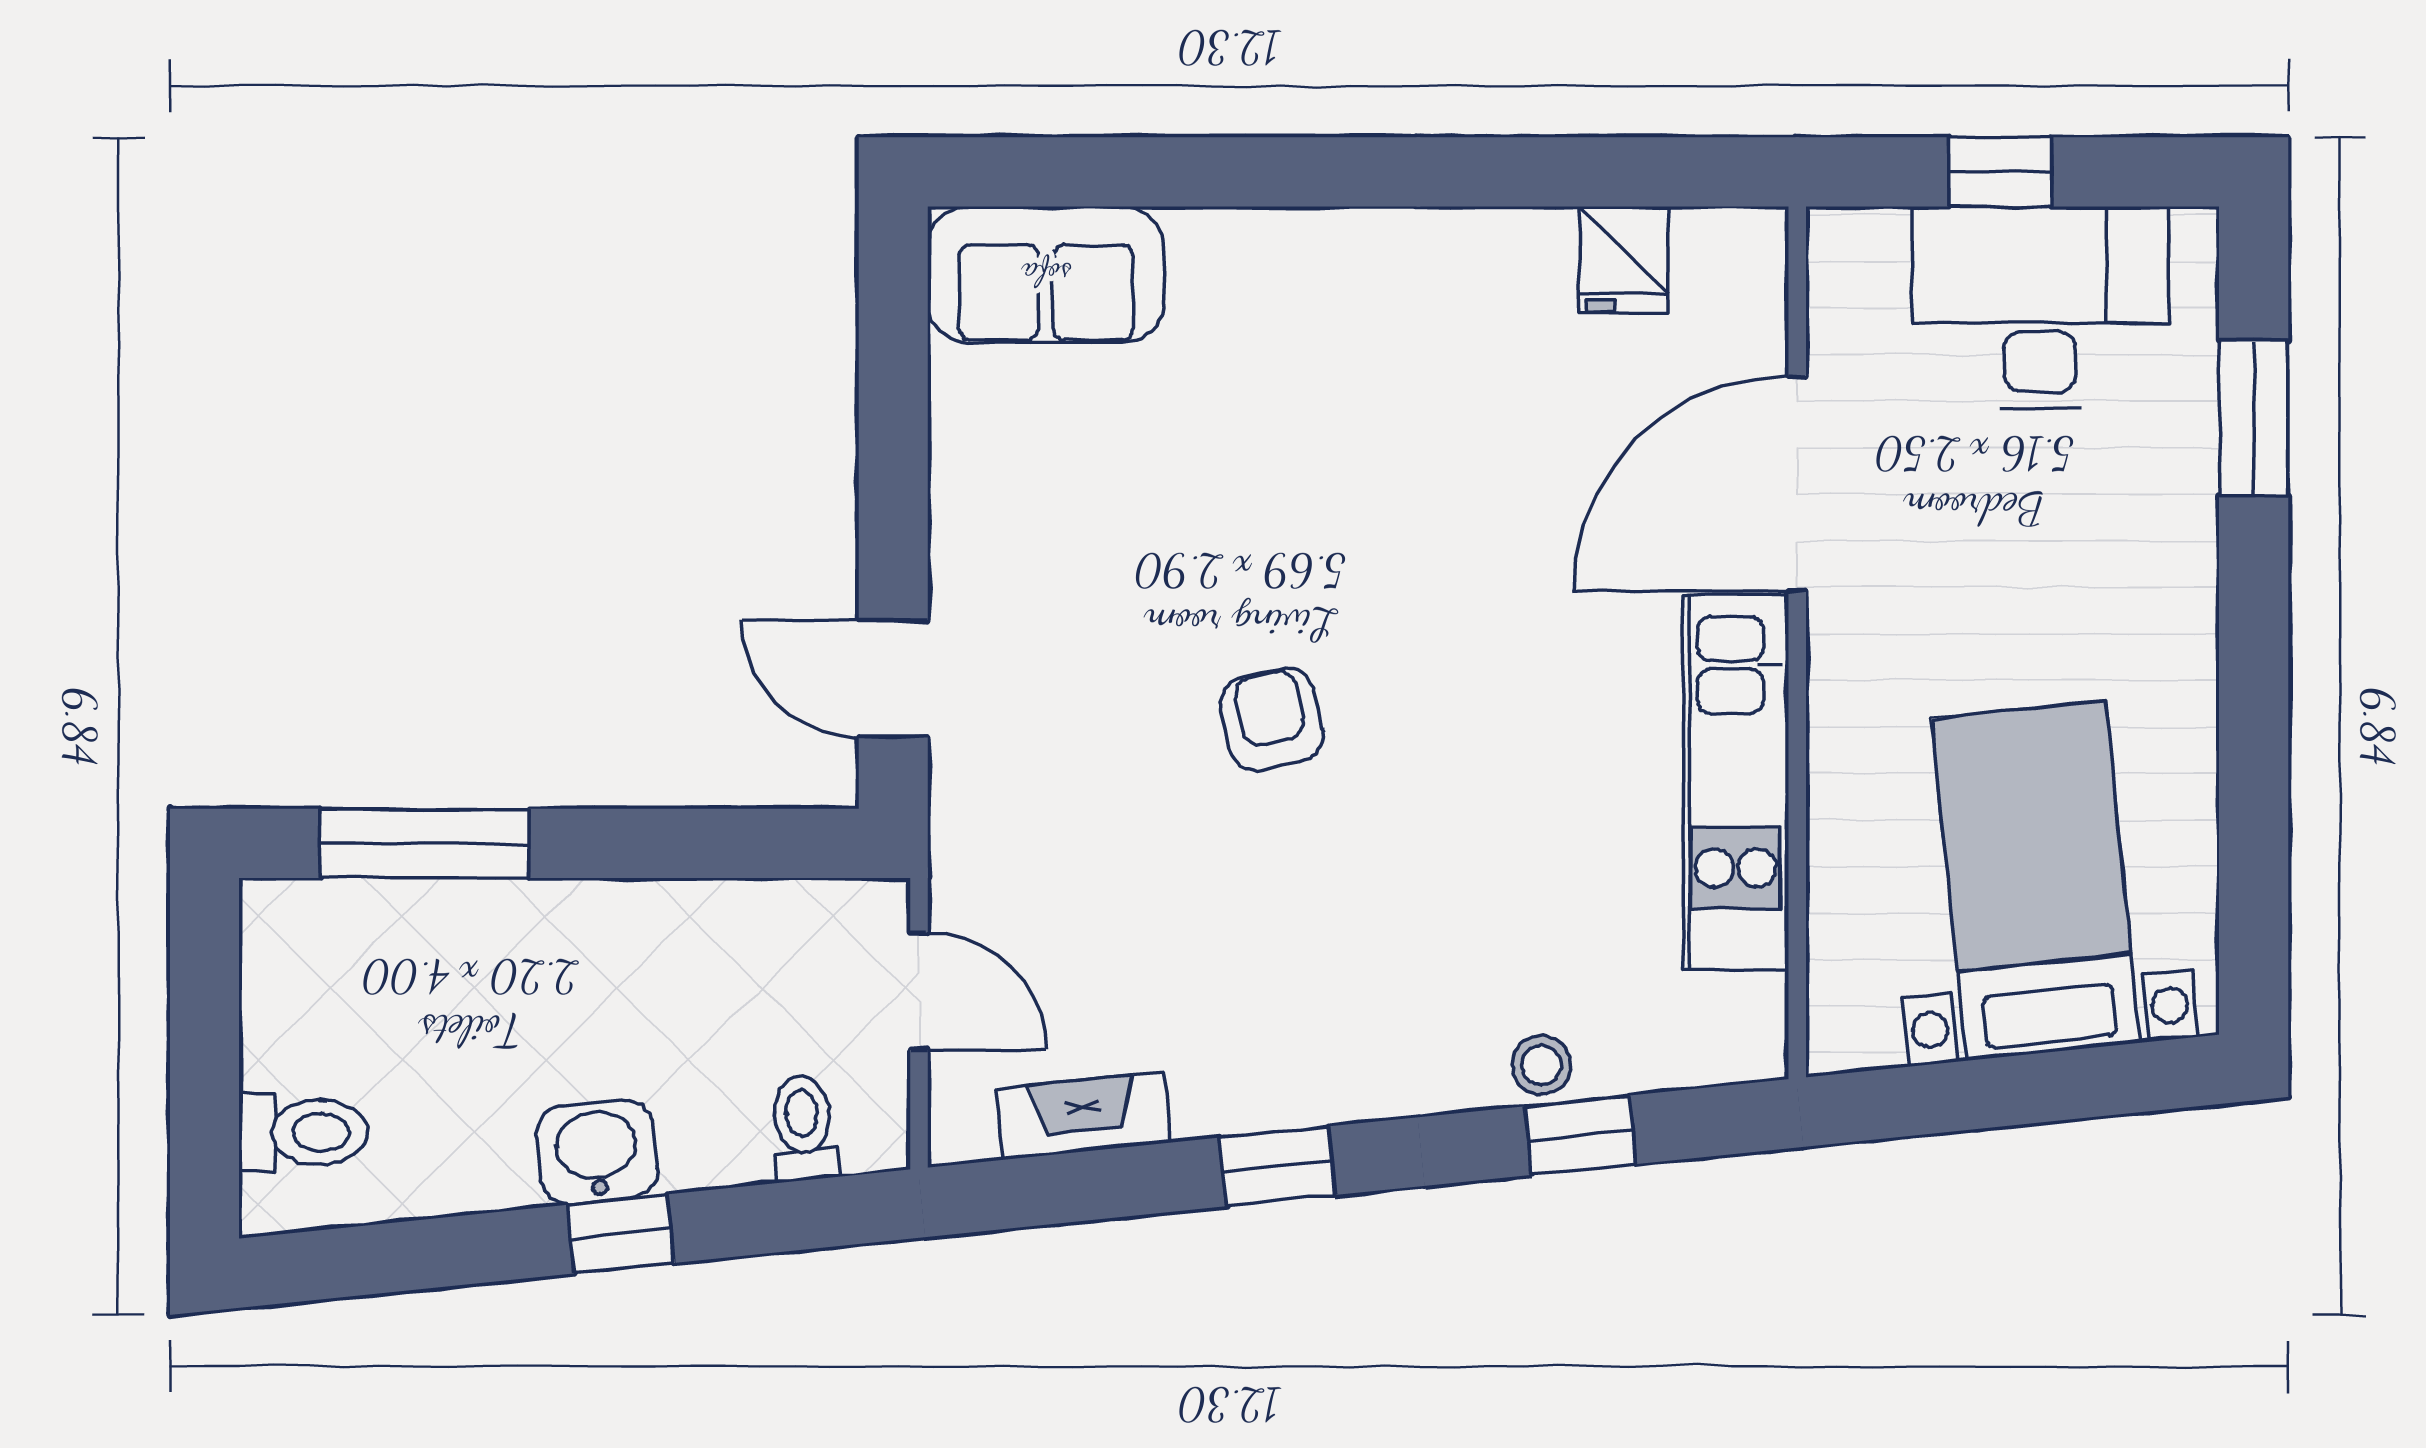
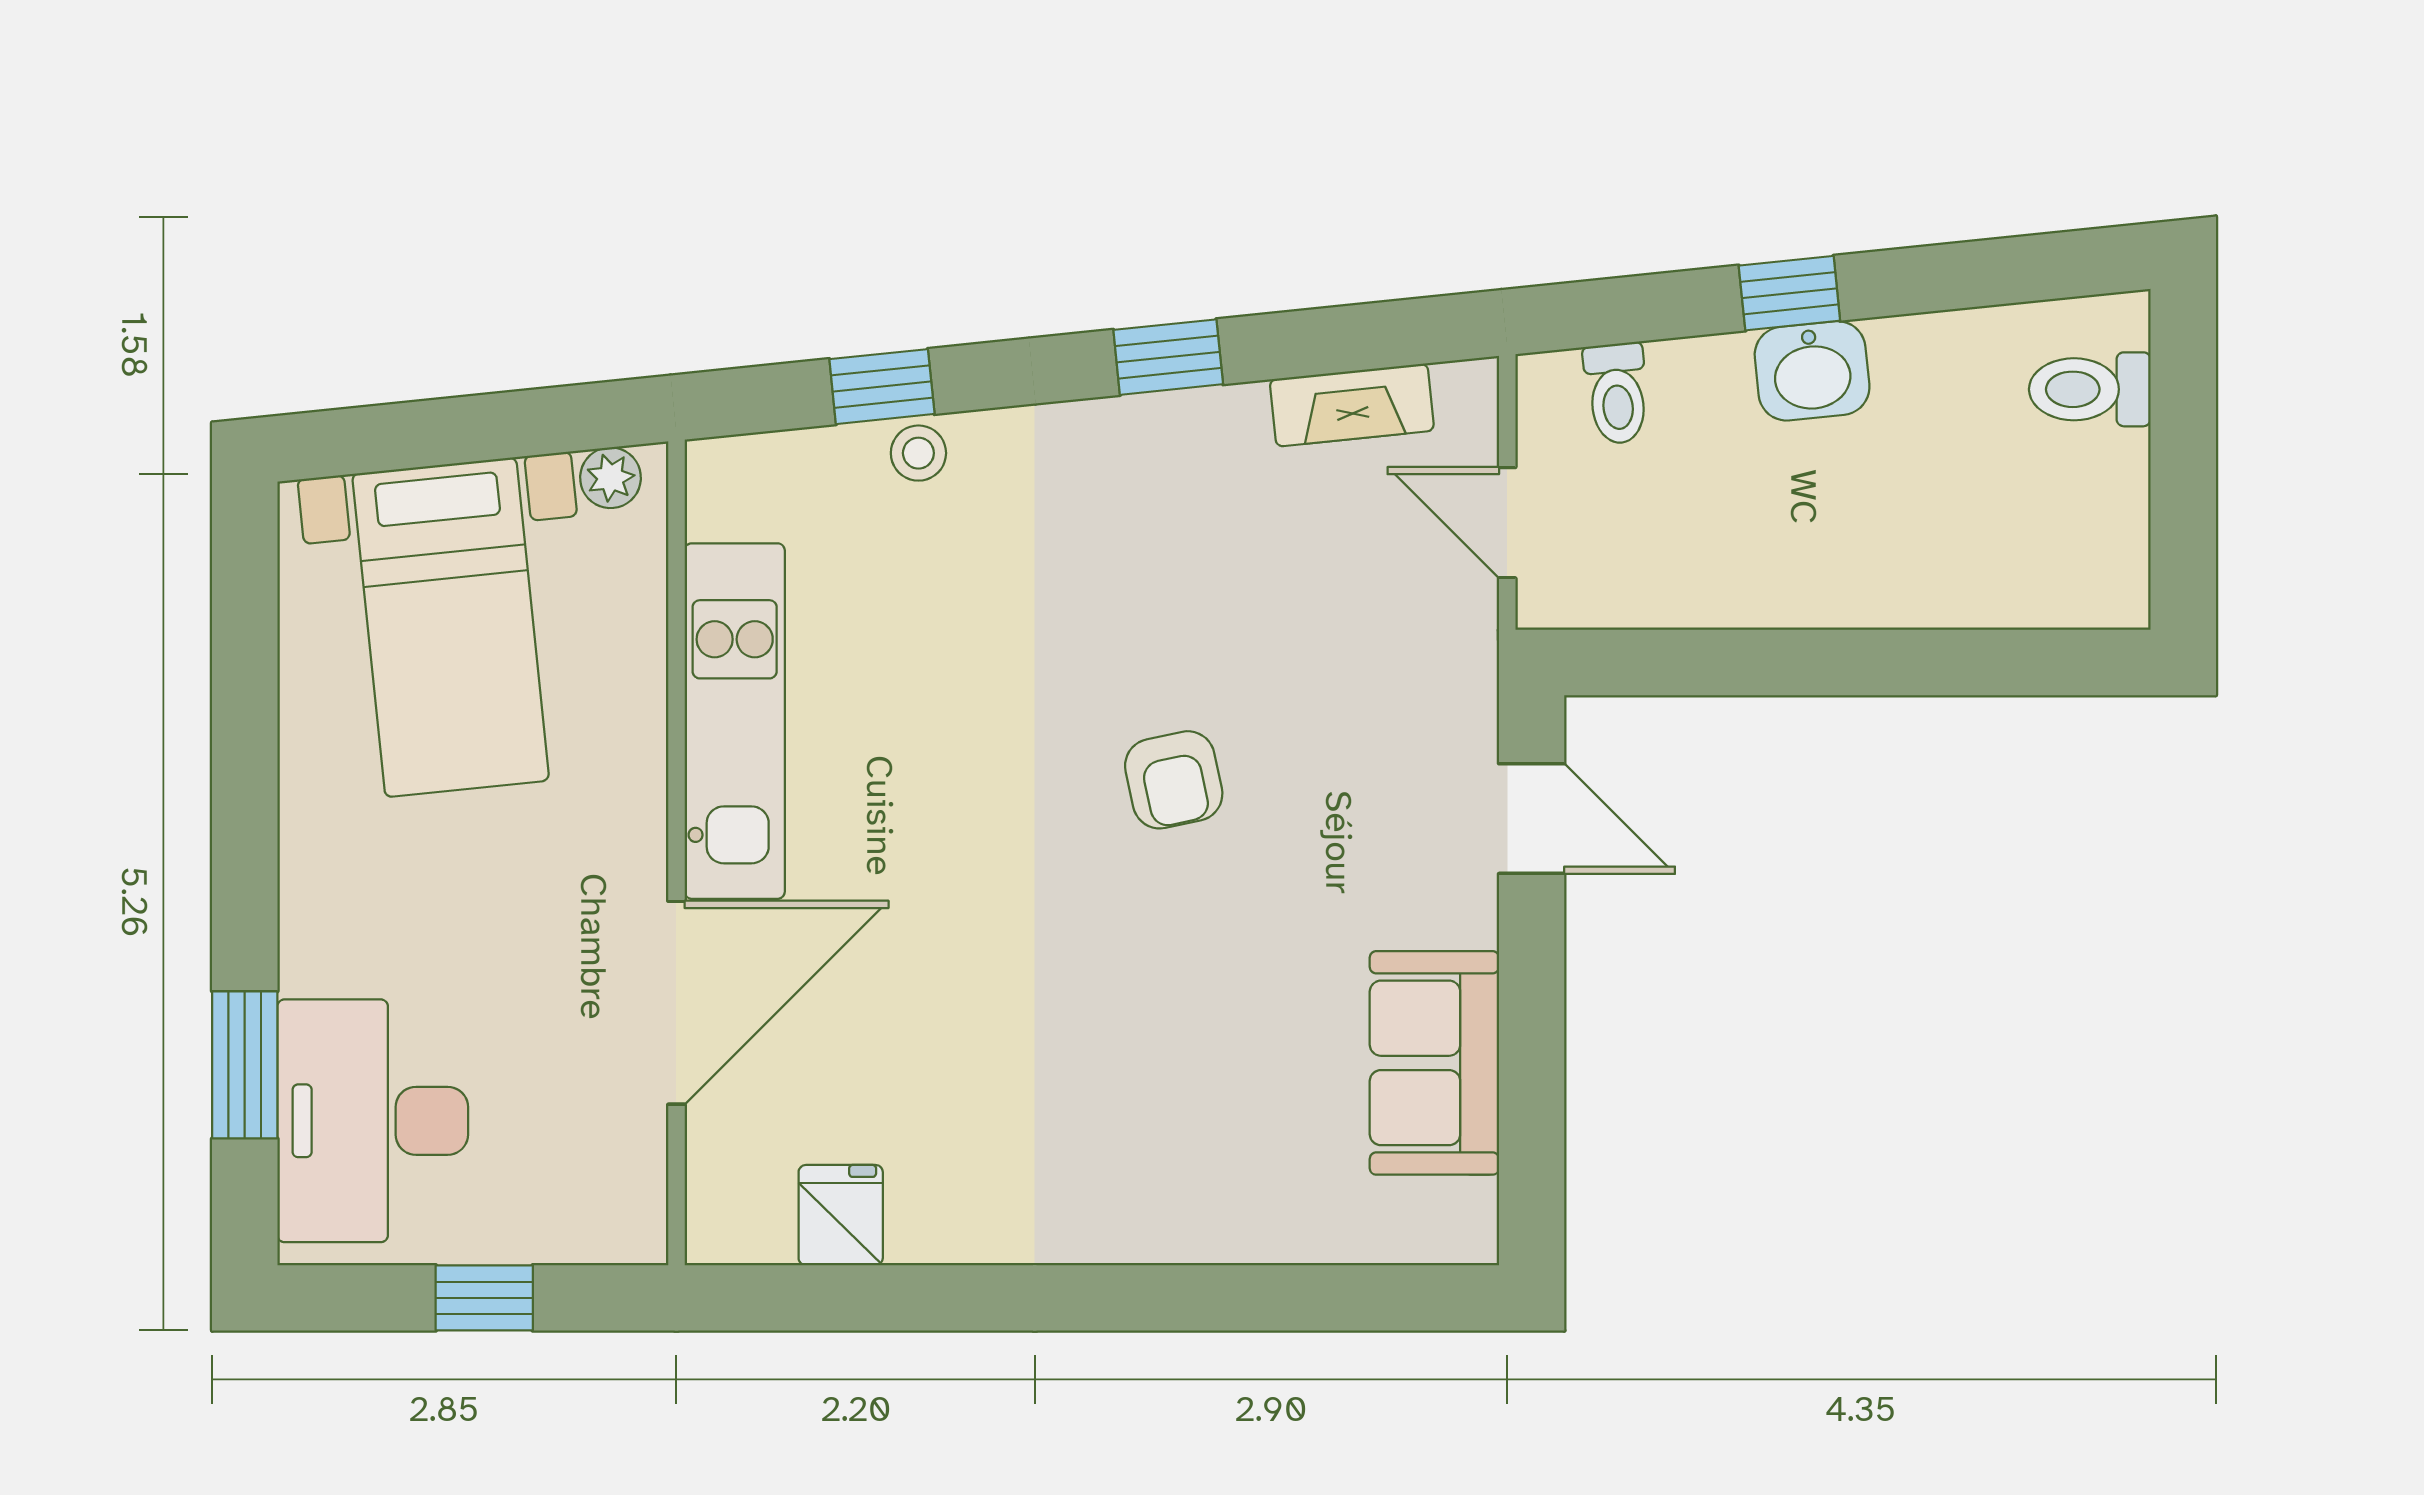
sofa: (1046, 275) -> (1434, 1063), moved, turned -90
desk: (2040, 307) -> (373, 1121), moved, turned 90
window: (424, 843) -> (1975, 663), removed
plant: (1867, 1039) -> (611, 478), added

